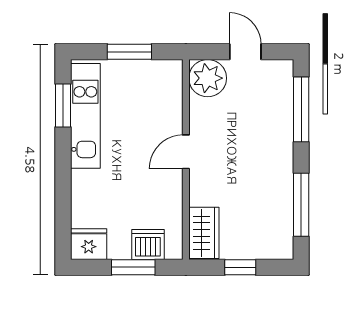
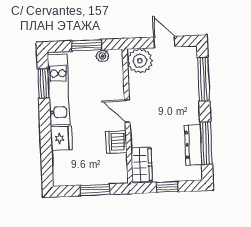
plant: (153, 69) -> (103, 56), added
door: (186, 152) -> (127, 111), hinge flipped
dresser: (282, 206) -> (193, 145), added
fridge: (89, 244) -> (61, 138), moved, turned 90
dishwasher: (148, 245) -> (116, 142), moved, turned -90

